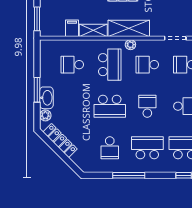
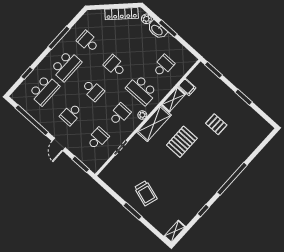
school desk: (110, 106) -> (115, 66), width x0.54

